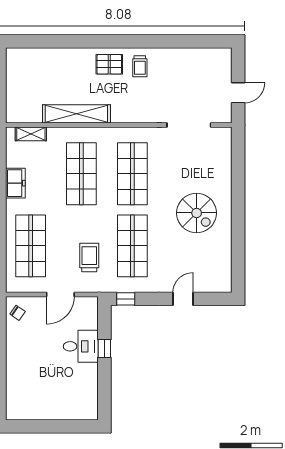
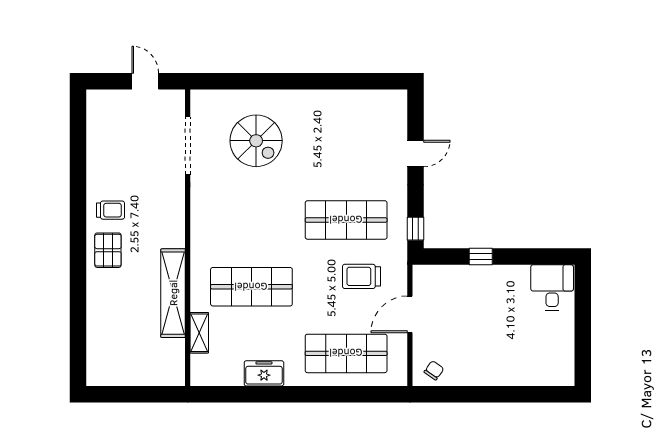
shelving: (31, 134) -> (199, 333), moved
shop shelf: (132, 174) -> (251, 220), removed
spiral stairs: (197, 213) -> (256, 141), moved, turned 90
door: (60, 295) -> (410, 314), swing flipped
door: (183, 299) -> (416, 154), swing flipped
desk: (81, 346) -> (552, 287), moved

